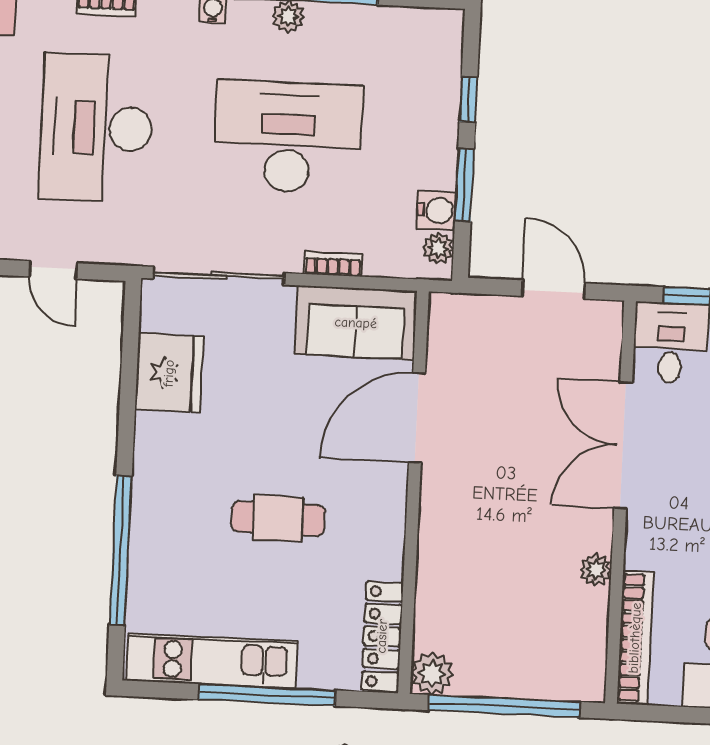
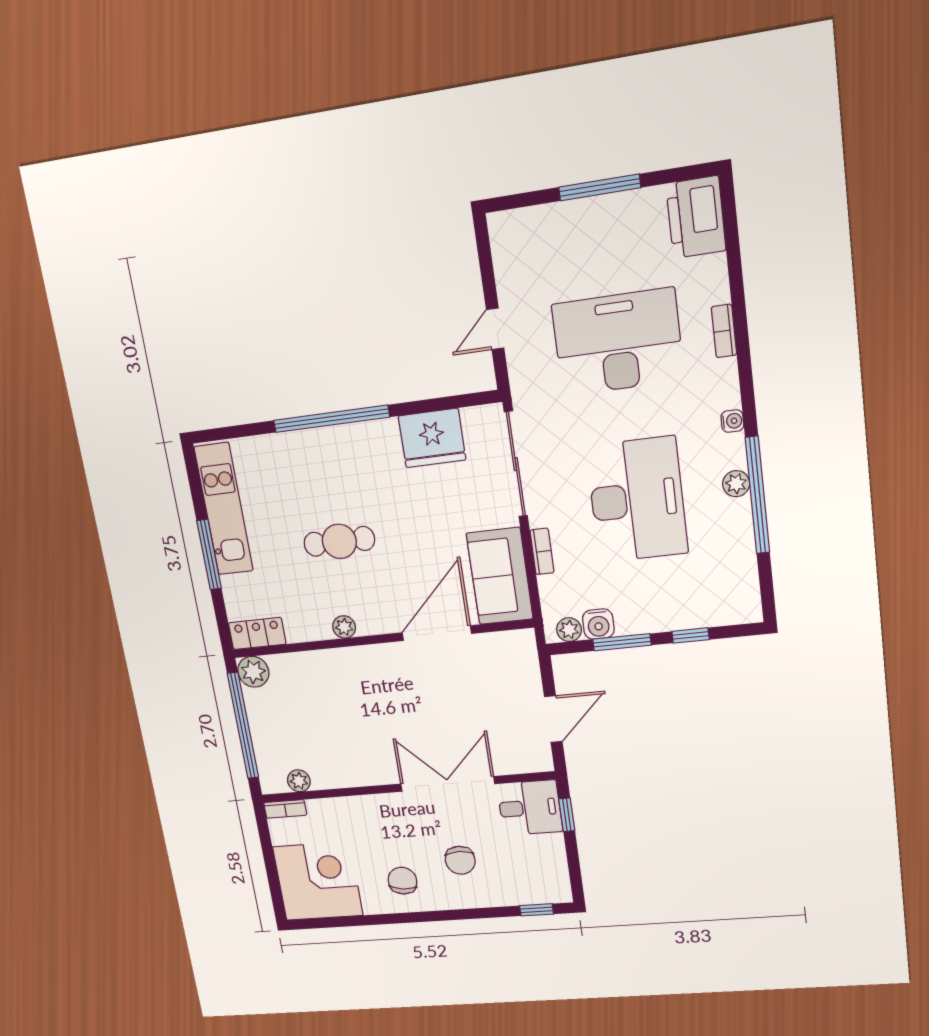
door: (417, 418) -> (437, 633), hinge flipped
cafe table: (278, 519) -> (339, 541), turned 90
plant: (390, 537) -> (344, 627), added
window: (121, 550) -> (331, 419), moved
plant: (596, 570) -> (299, 781), moved
locker: (382, 636) -> (257, 633), width x0.66
bookcase: (635, 638) -> (285, 809), width x0.43, depth x0.76
window: (267, 695) -> (209, 555), width x0.68

